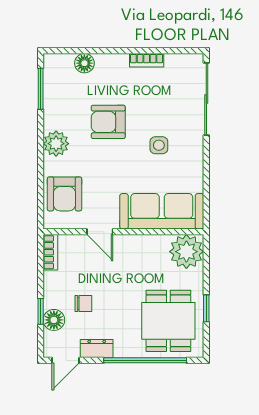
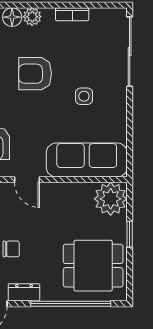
plant: (105, 63) -> (32, 17), added
window: (206, 308) -> (130, 234), moved
dining table: (168, 321) -> (93, 266), turned 90

